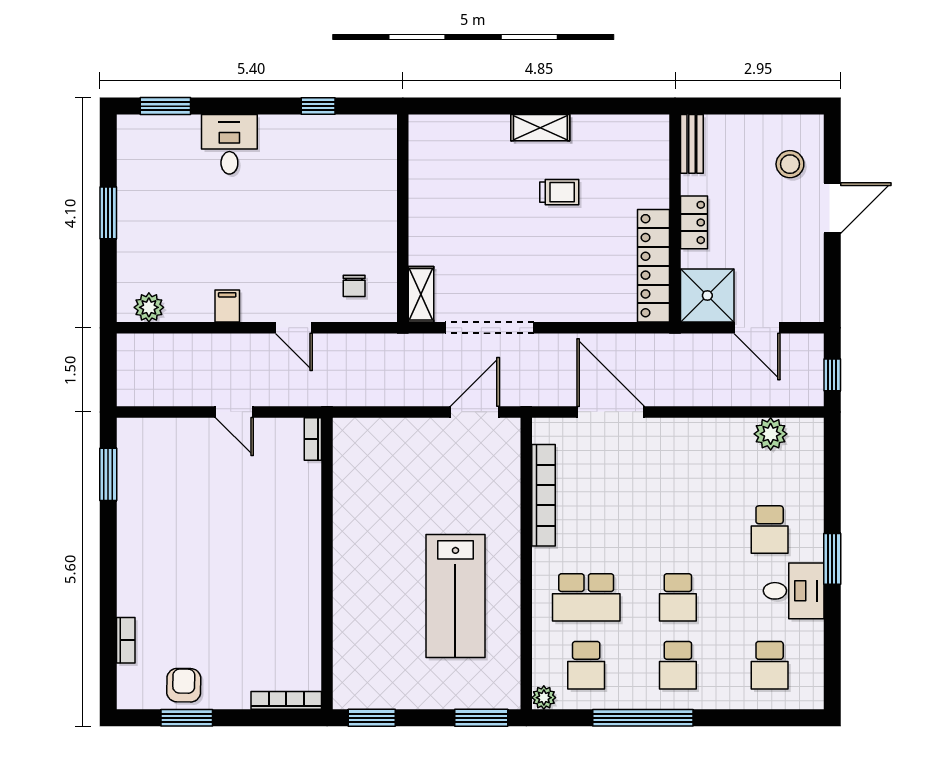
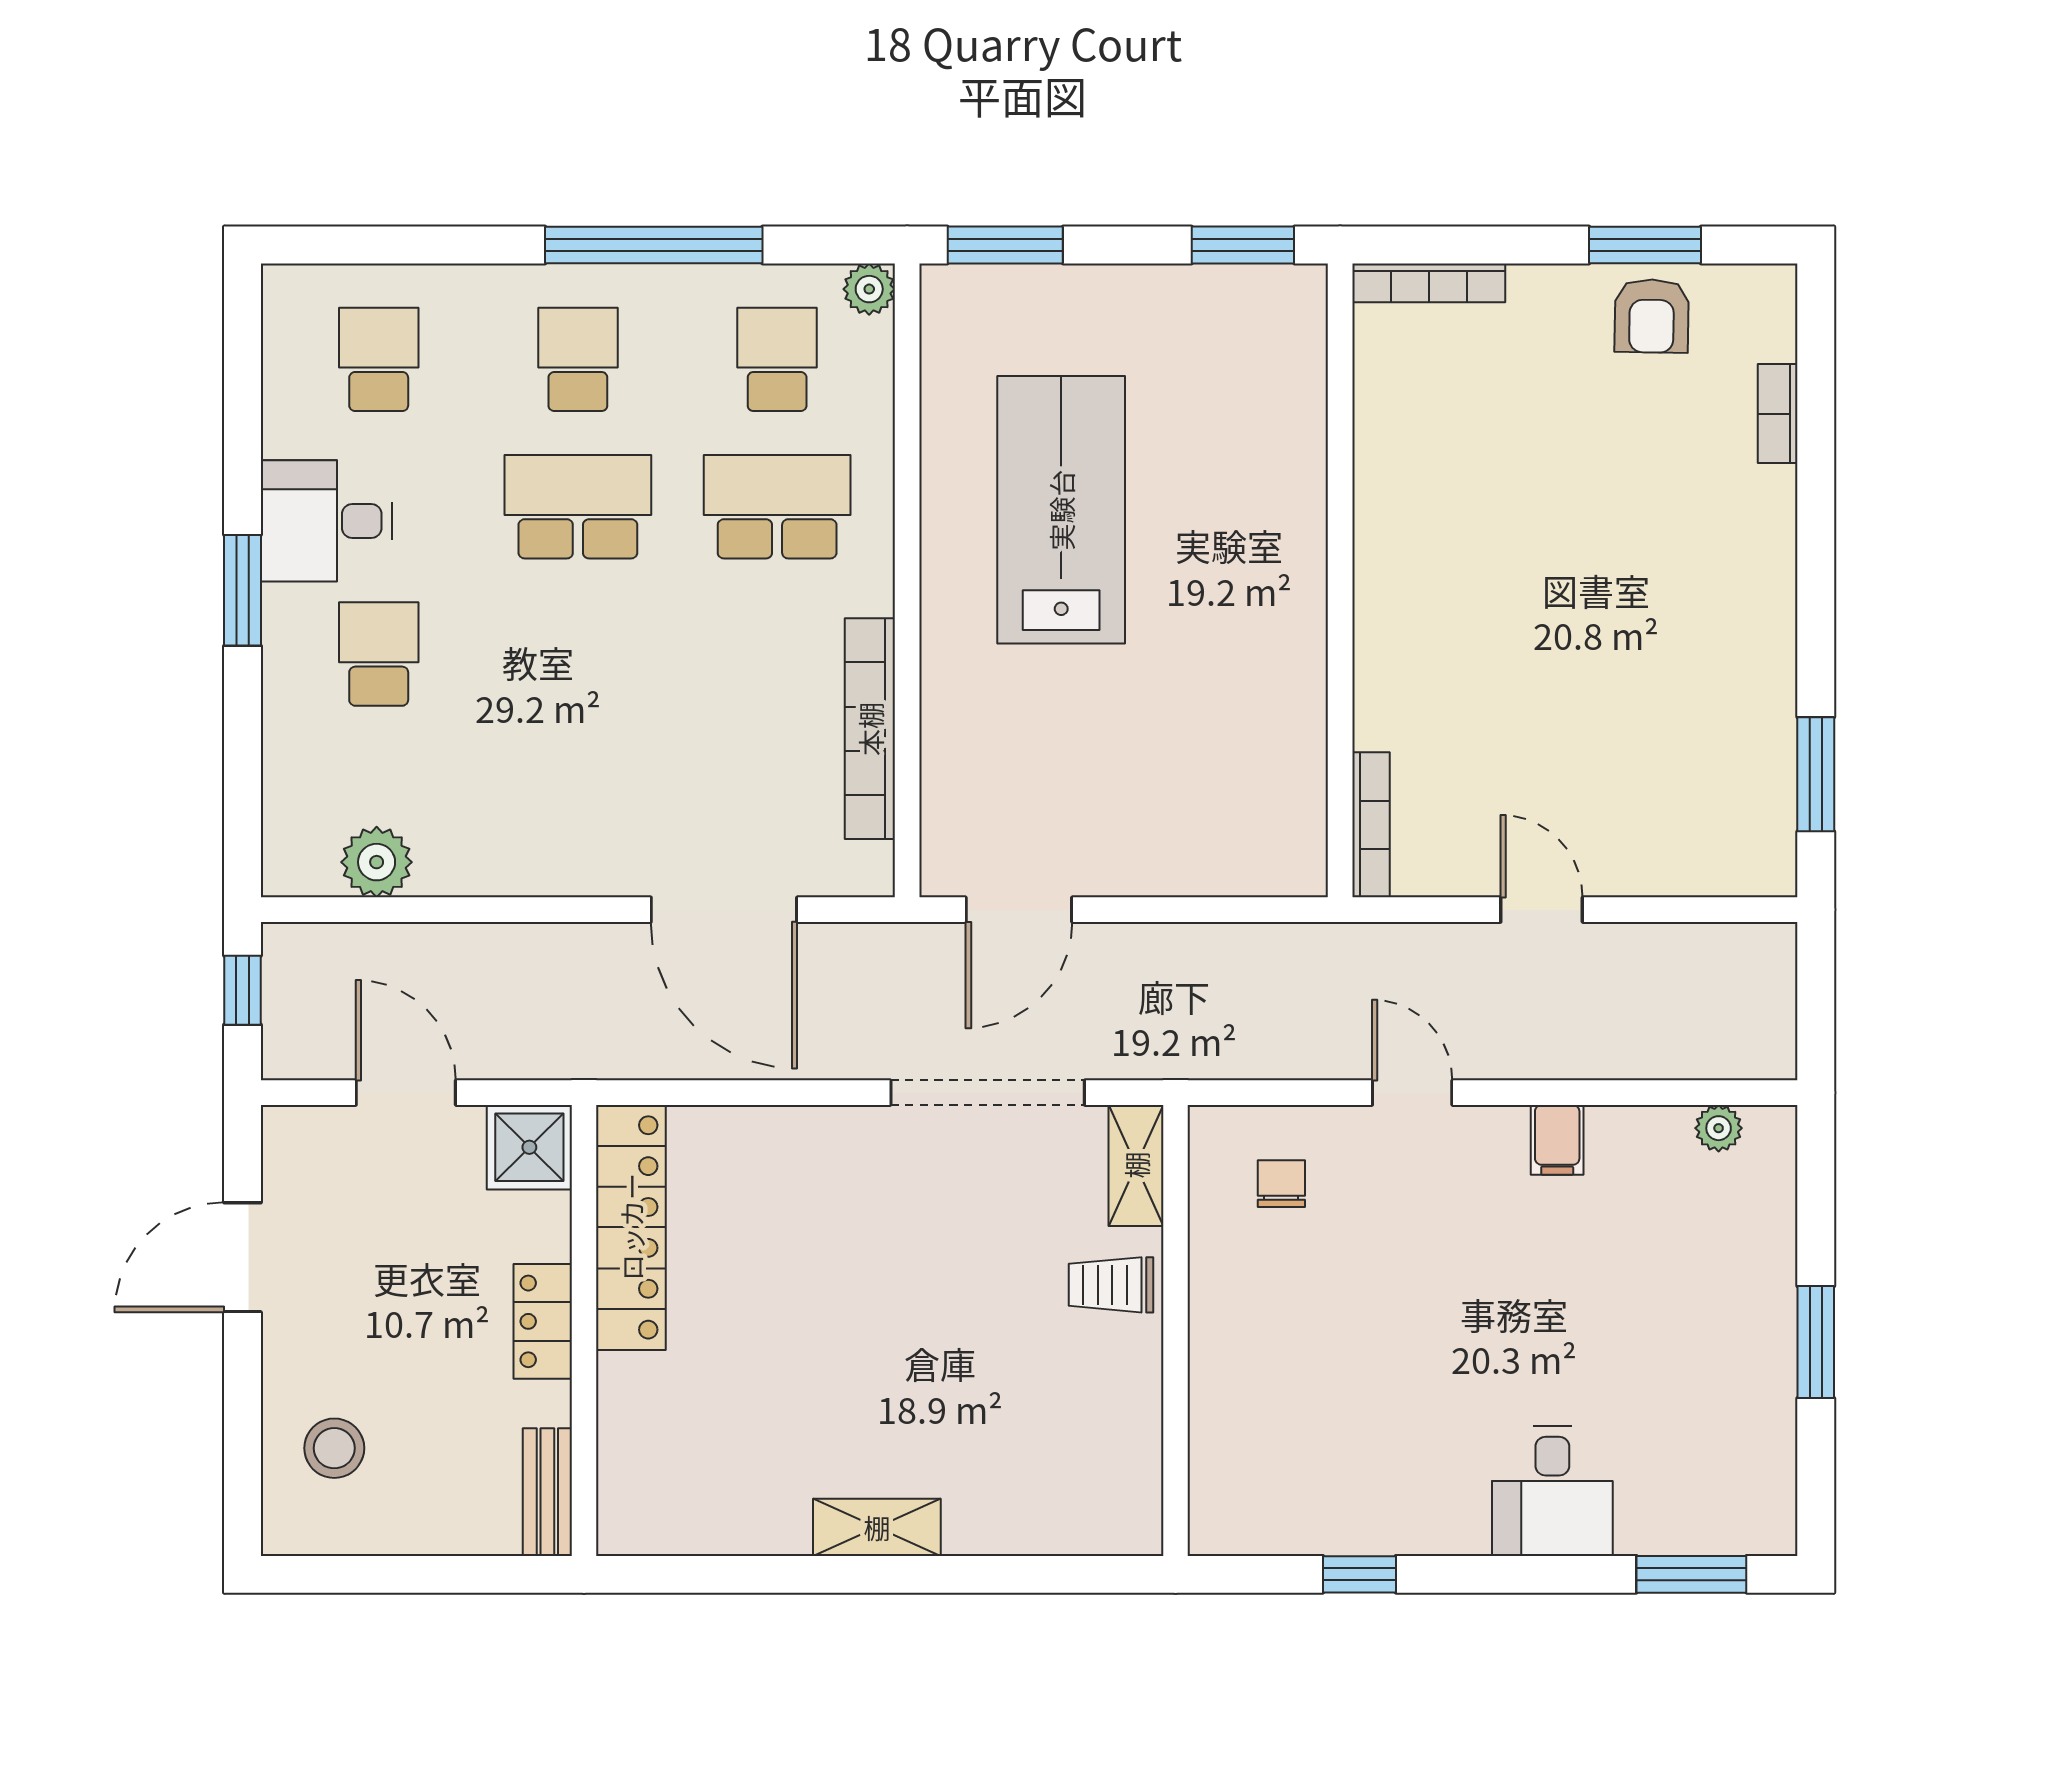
trolley: (559, 192) -> (1111, 1285), moved
door: (832, 208) -> (243, 1257), moved
shower: (707, 295) -> (529, 1147), width x0.73, depth x0.73
plant: (149, 307) -> (1719, 1128), width x0.73, depth x0.73
bookcase: (313, 439) -> (1371, 825), width x1.56
school desk: (678, 597) -> (578, 507), width x1.85

